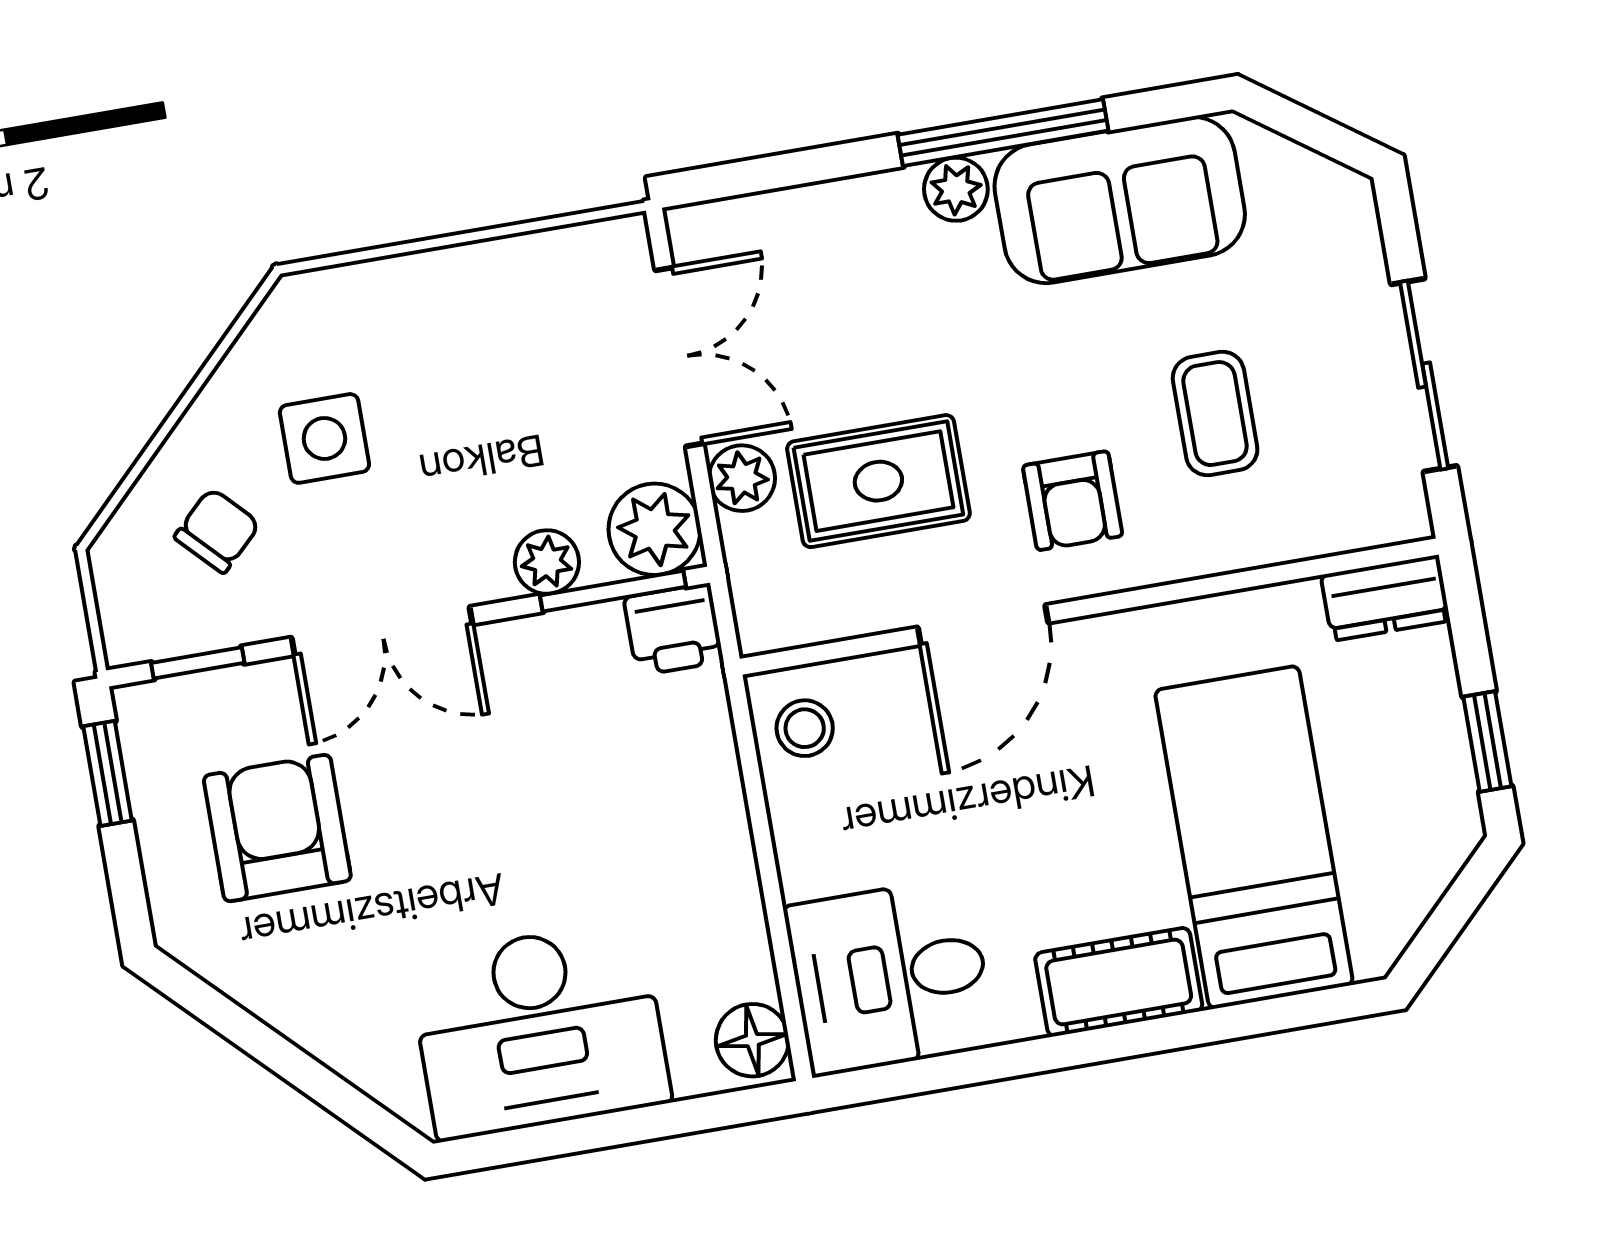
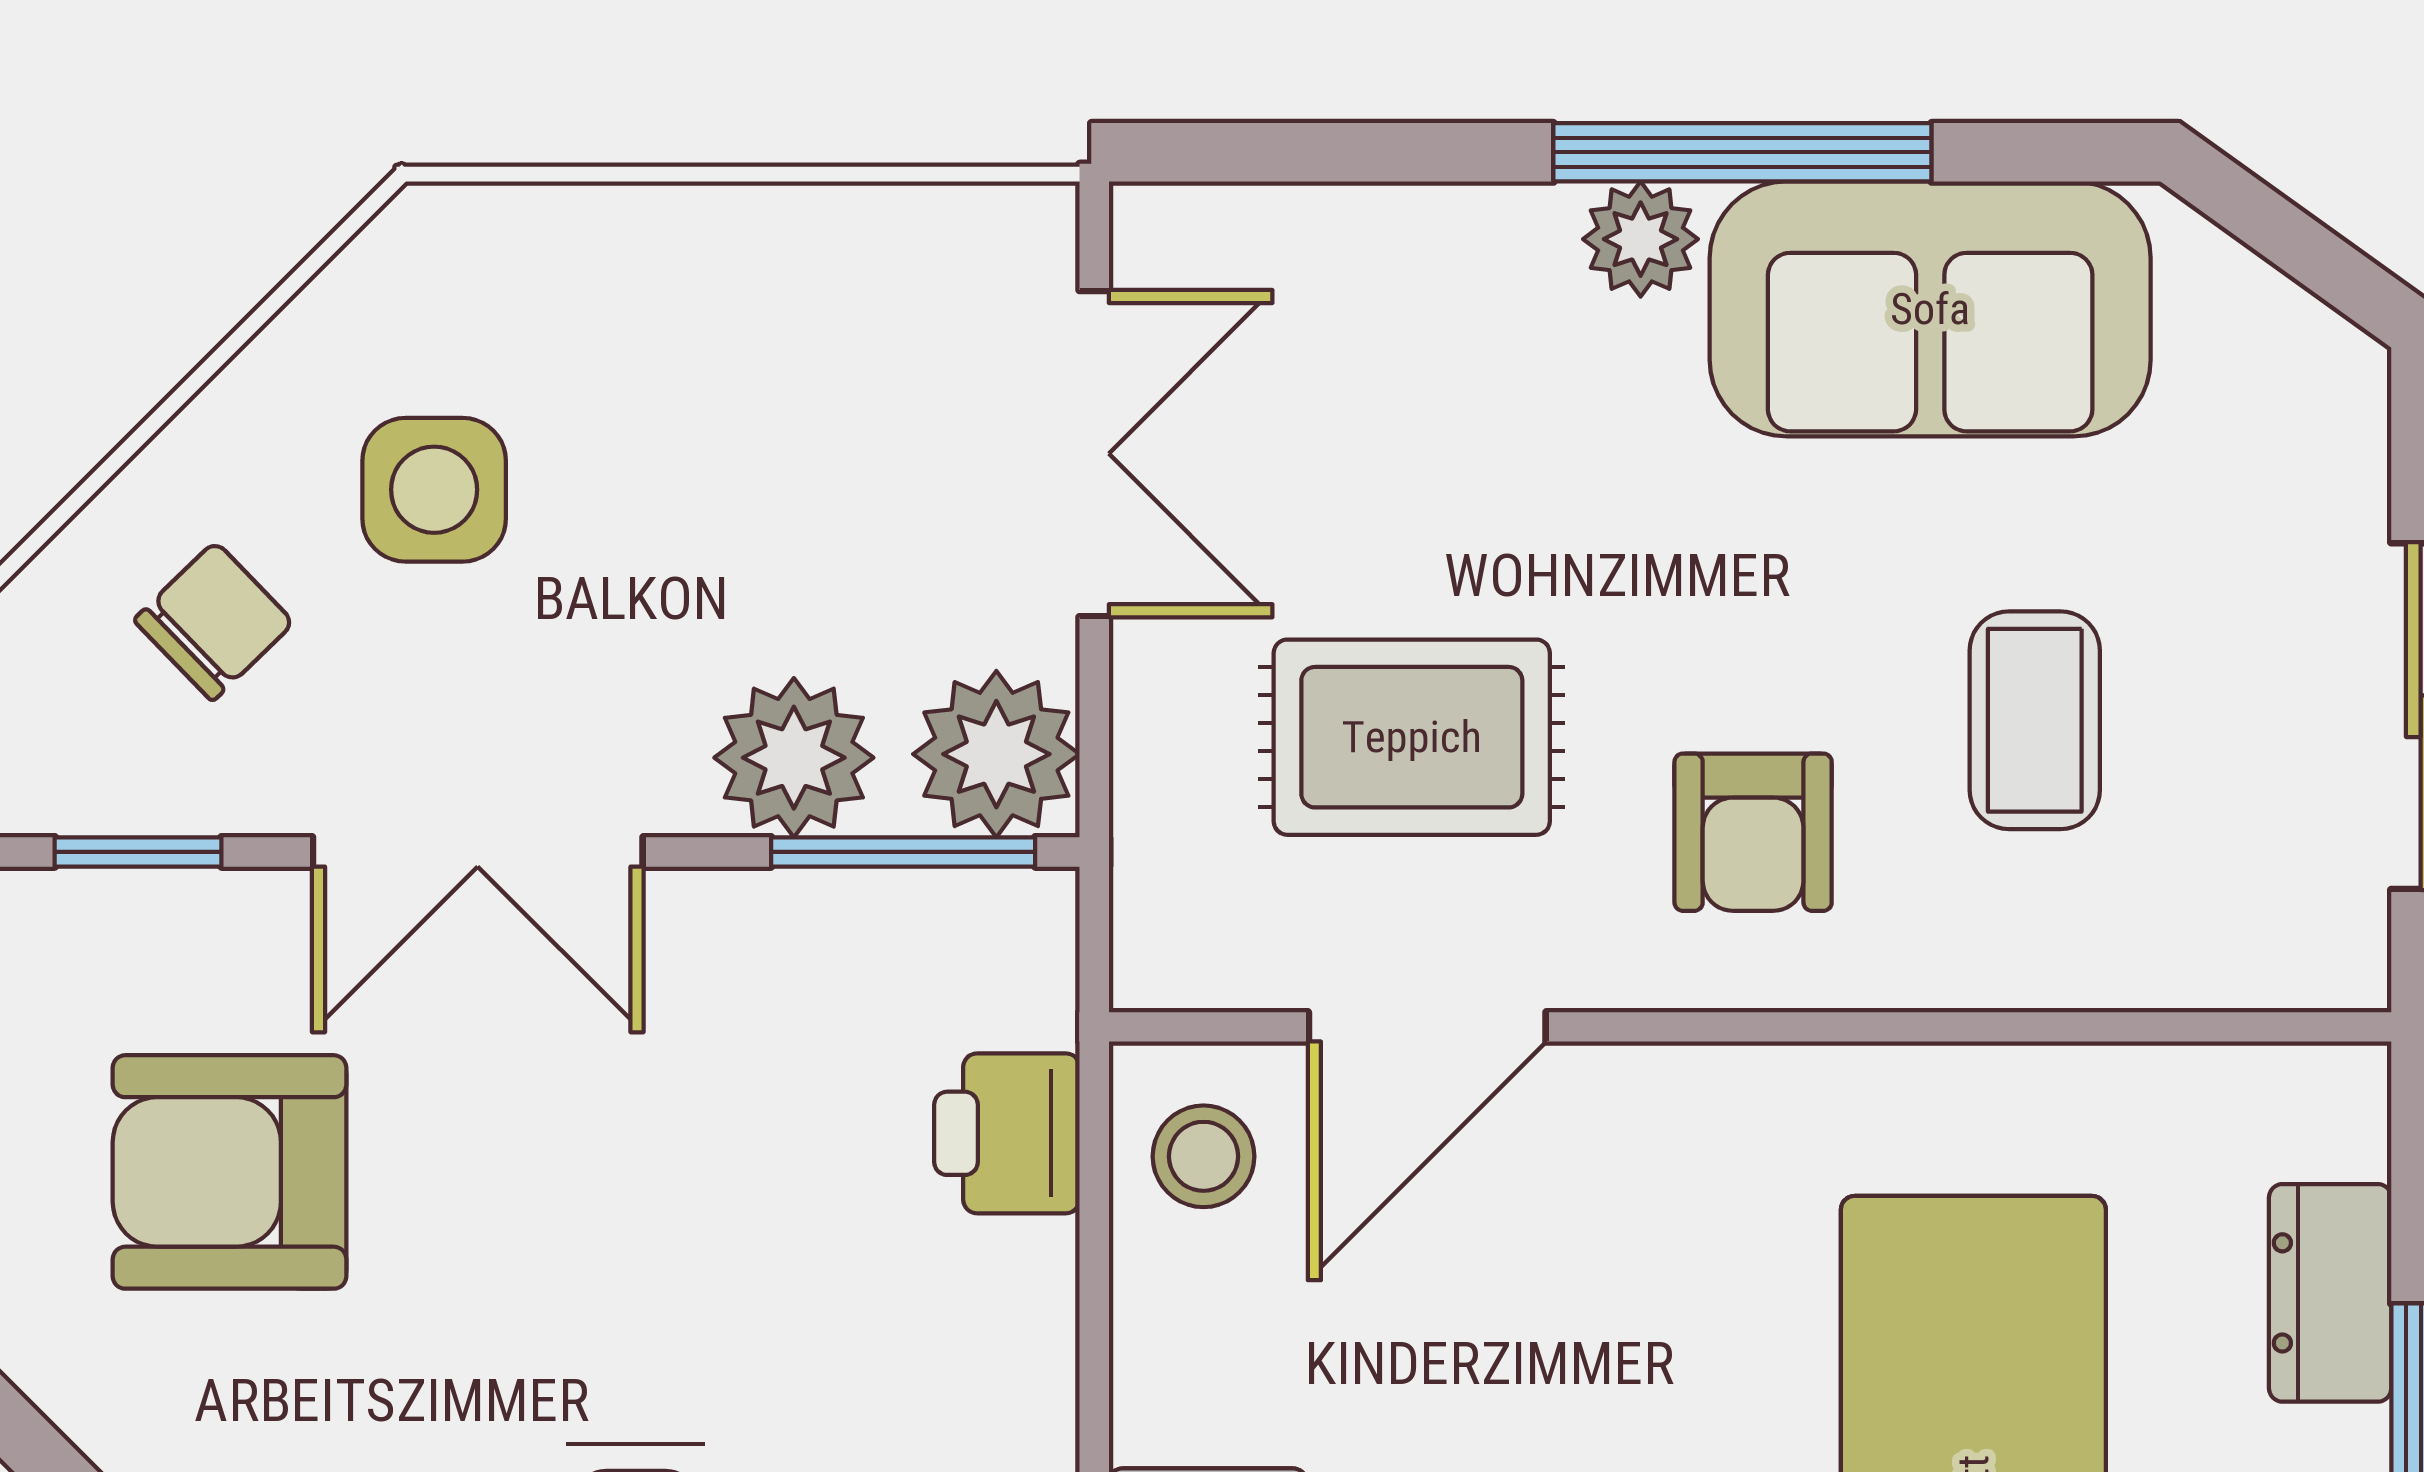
plant: (742, 478) -> (1169, 690), removed
plant: (547, 562) -> (794, 758), width x1.38, depth x1.38
dresser: (1385, 598) -> (2330, 1293), moved, turned 90
door: (983, 625) -> (1427, 1027), moved
printer: (674, 629) -> (1007, 1133), moved, turned 90
armchair: (277, 828) -> (229, 1172), turned -90

